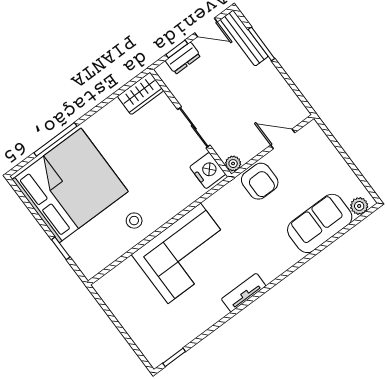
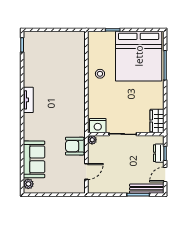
corner sofa: (184, 253) -> (67, 86), removed

